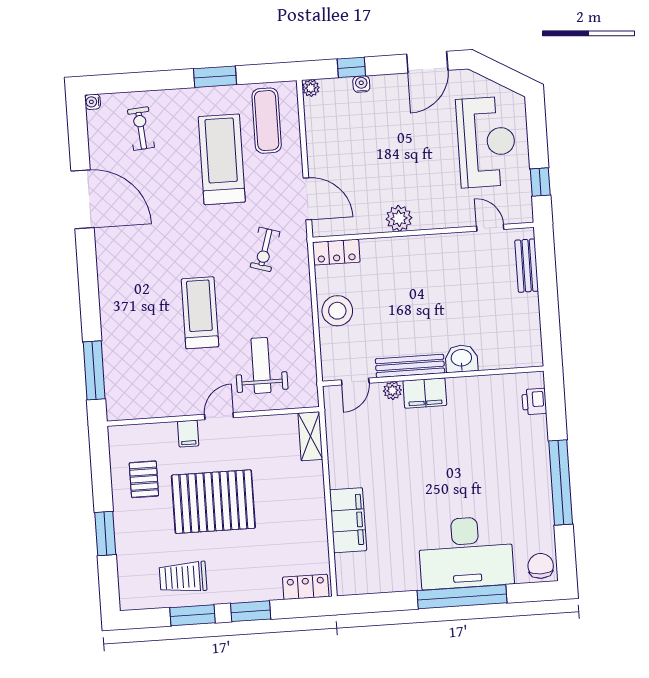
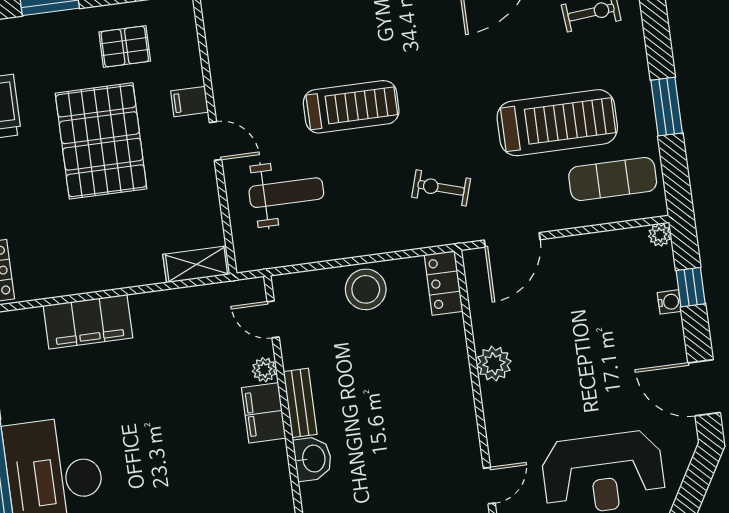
bench: (410, 366) -> (300, 403), width x0.73

